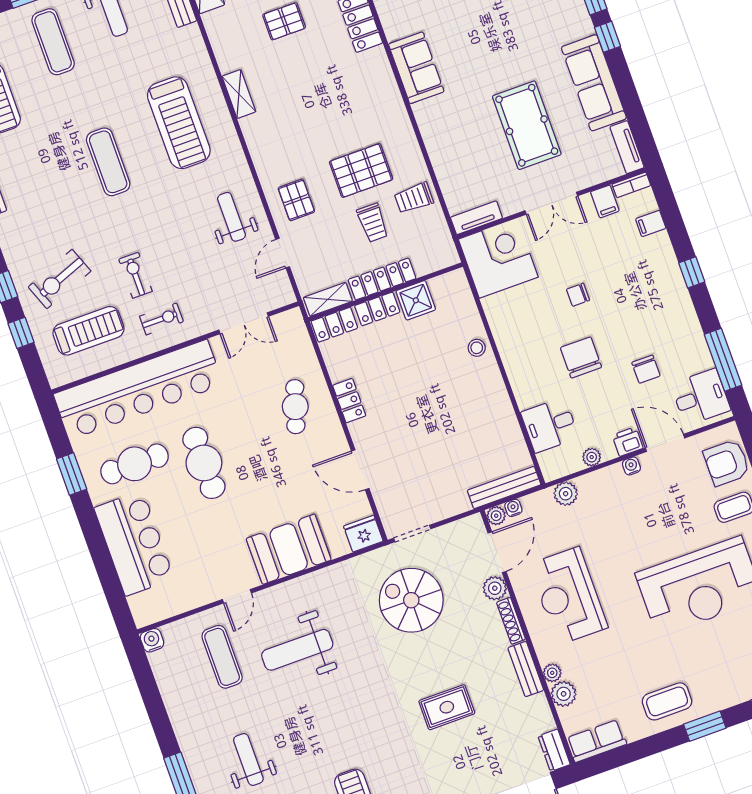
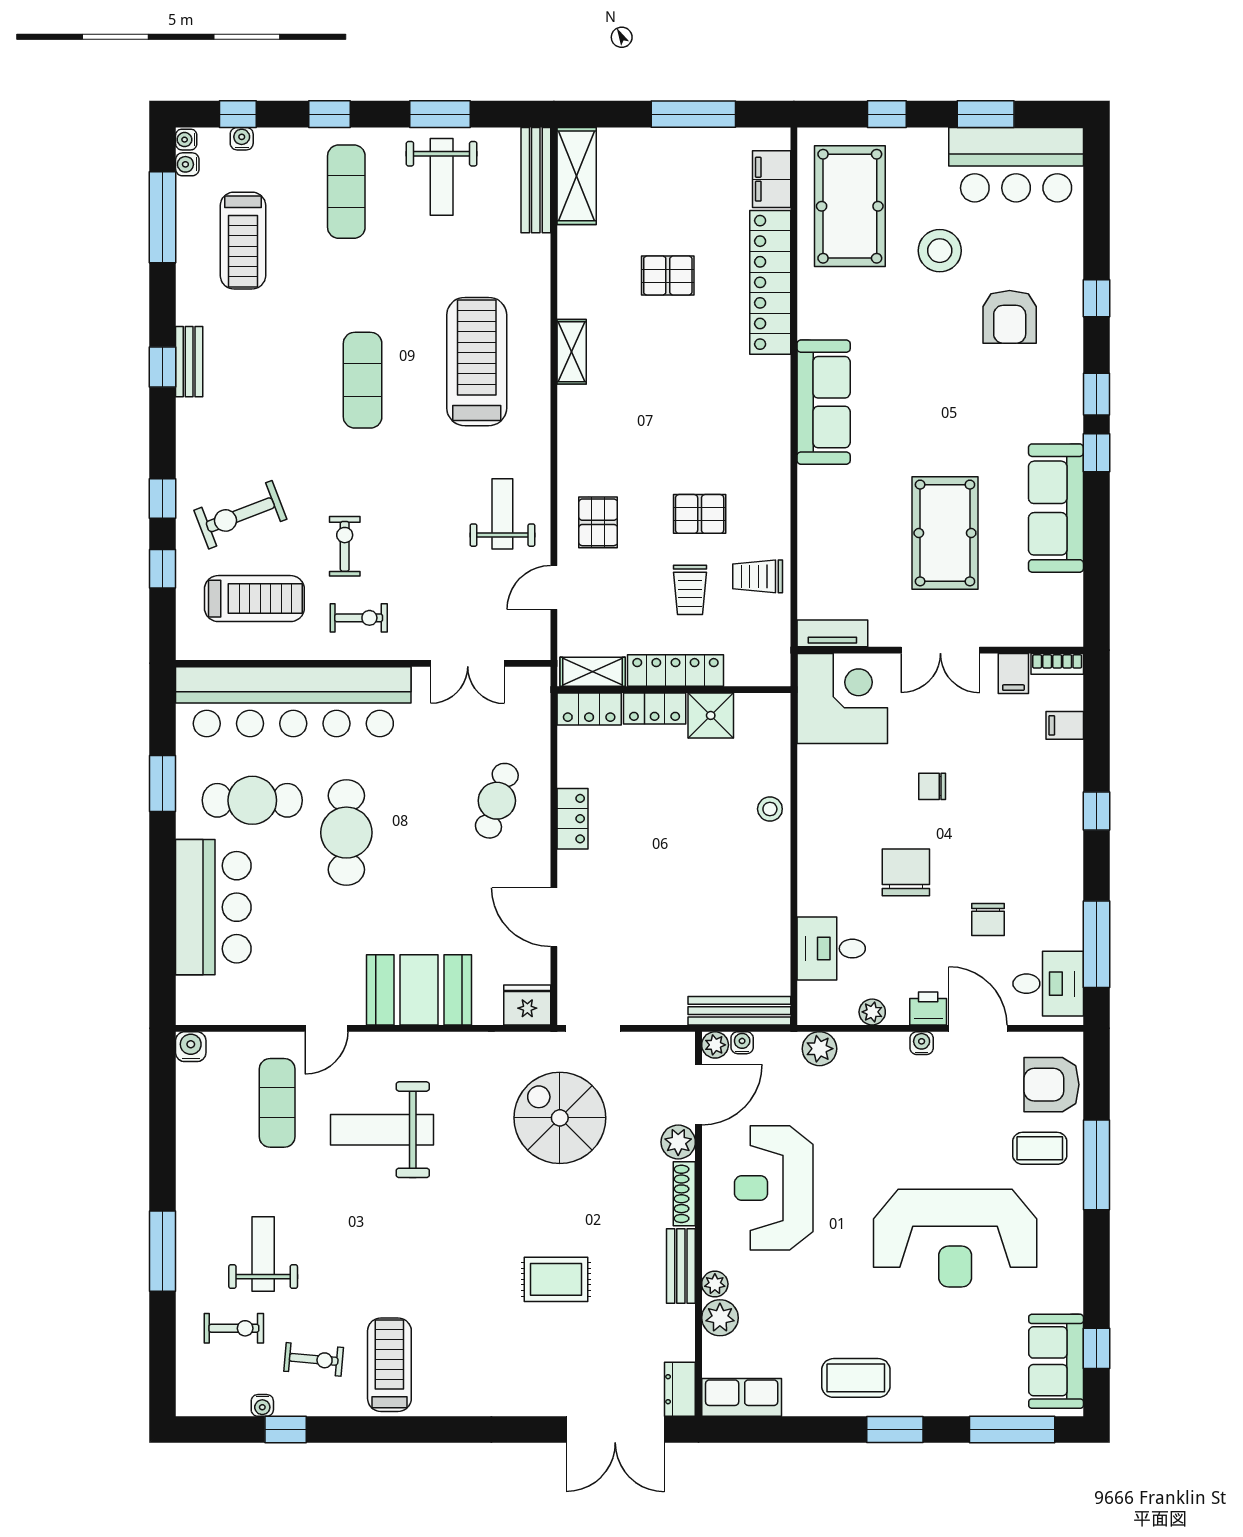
sofa: (416, 68) -> (824, 402), width x1.36
treadmill: (179, 123) -> (477, 362), turned 180
tv unit: (627, 147) -> (1070, 611), removed
pallet: (361, 170) -> (700, 514), width x0.67, depth x0.71

